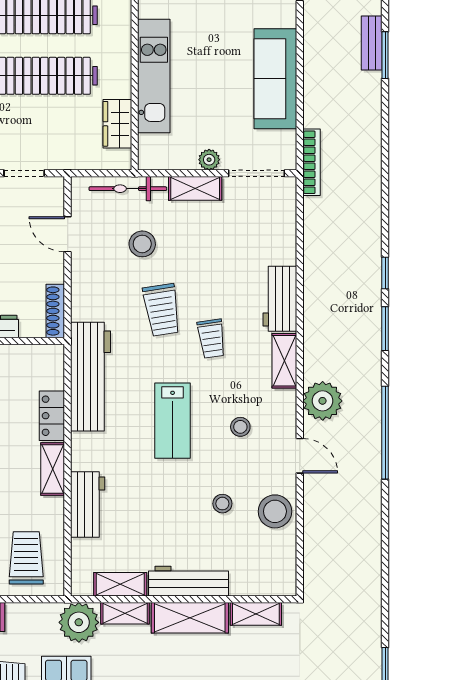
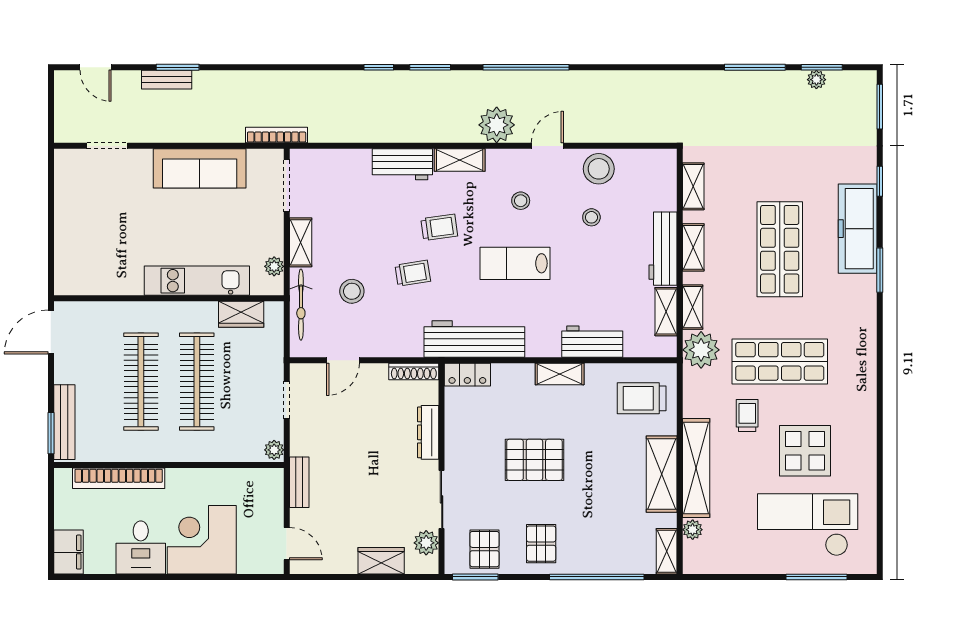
plant: (209, 160) -> (274, 266), moved
trolley: (162, 310) -> (413, 273), width x0.73, depth x0.72
locker: (52, 416) -> (467, 375), moved
lab bench: (173, 421) -> (515, 263), turned 180
shelving: (190, 618) -> (693, 247), width x0.67, depth x0.75

